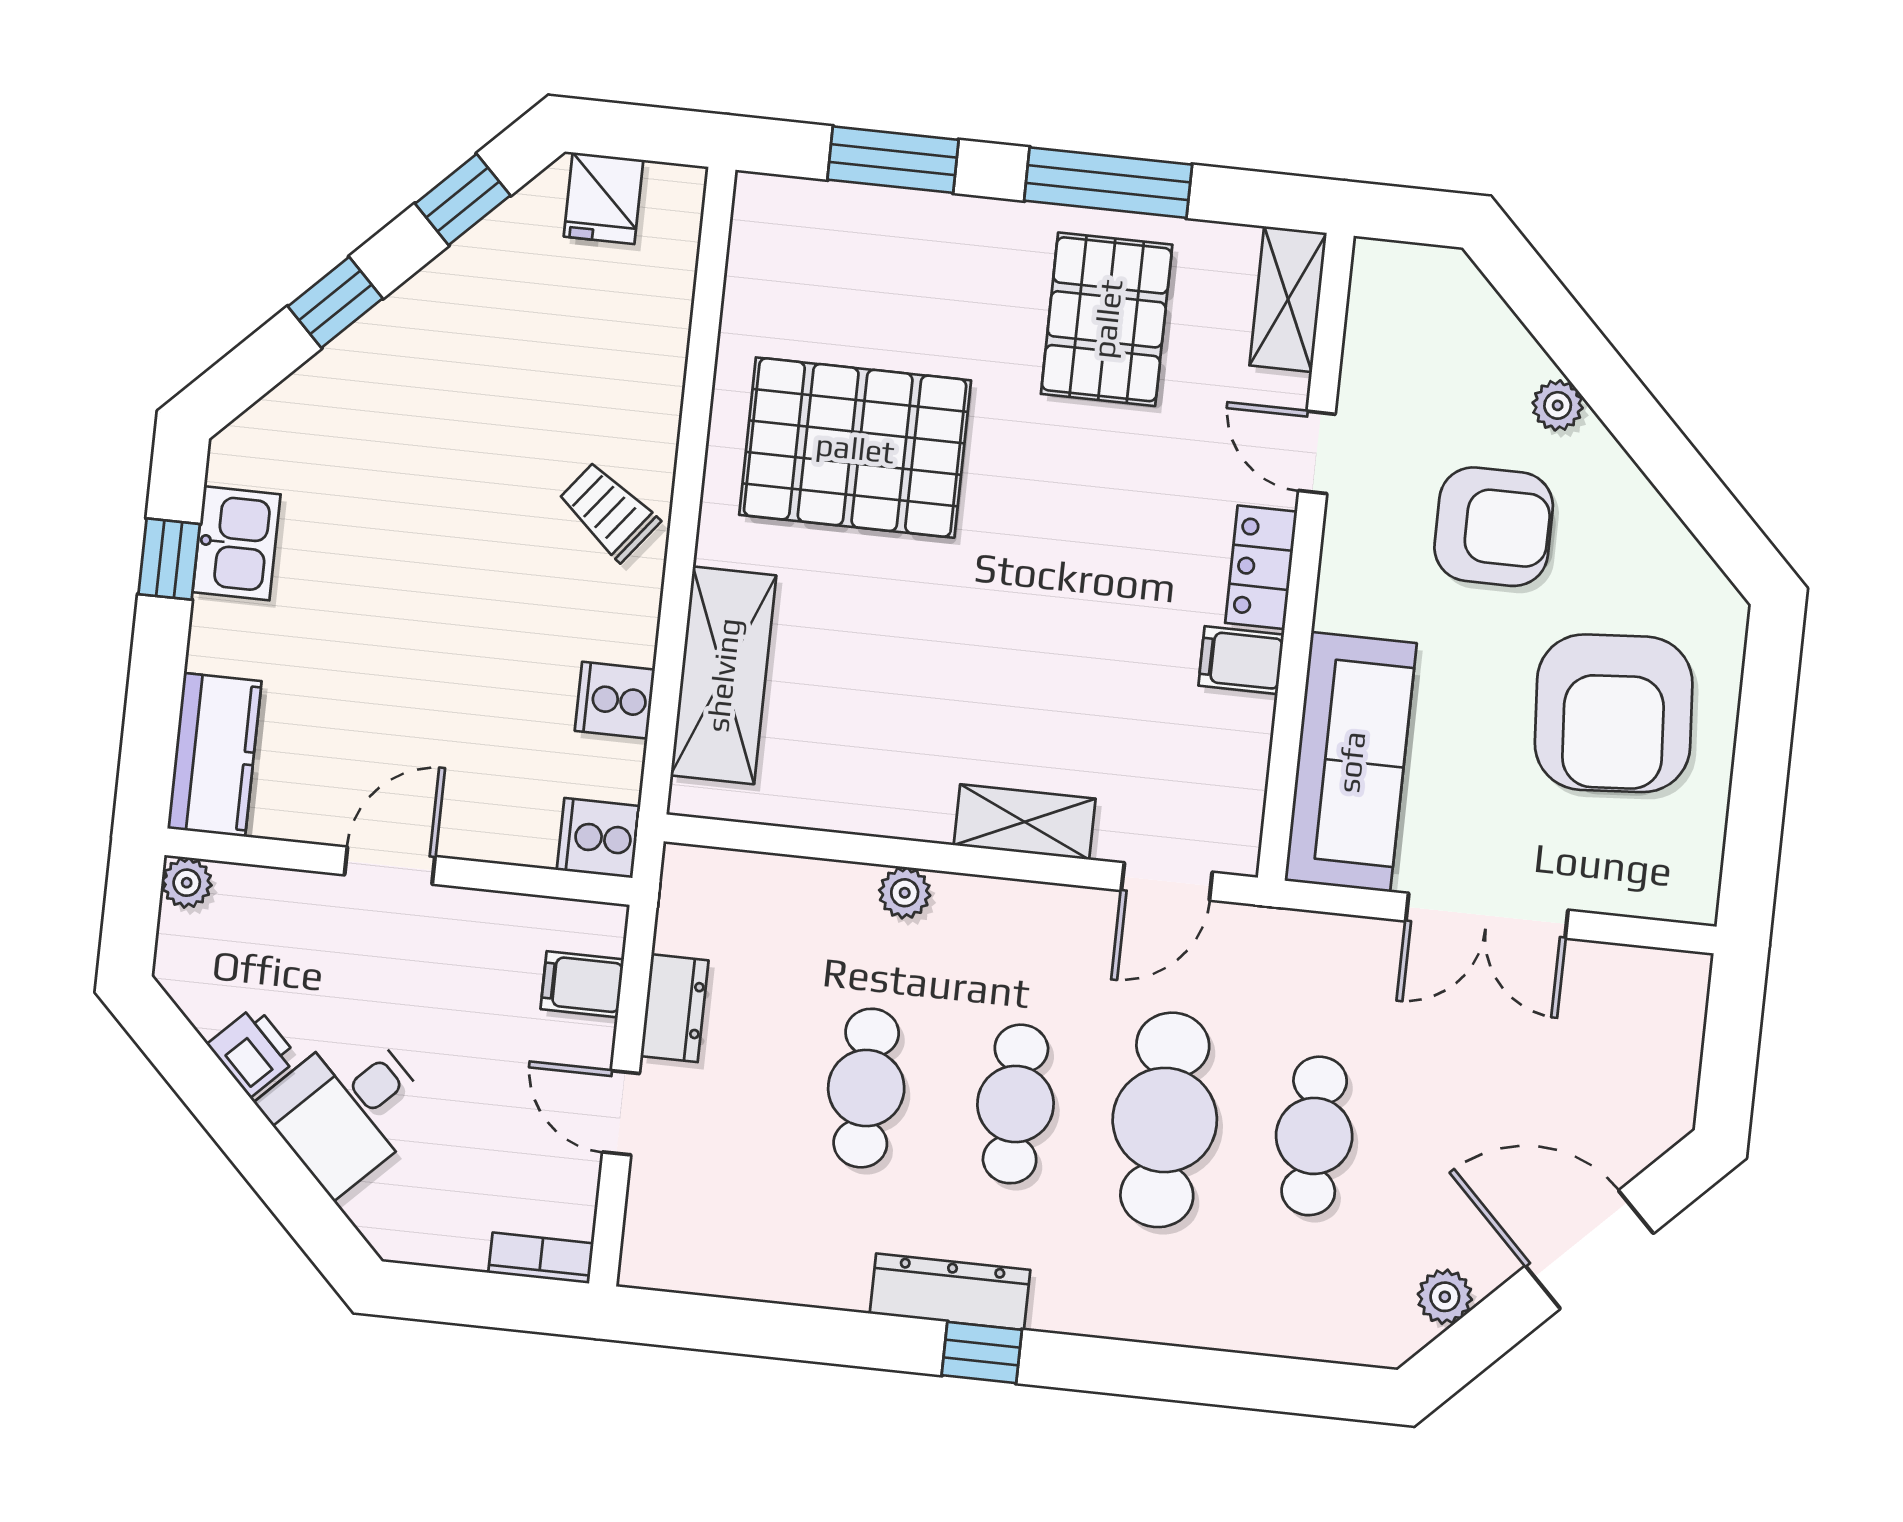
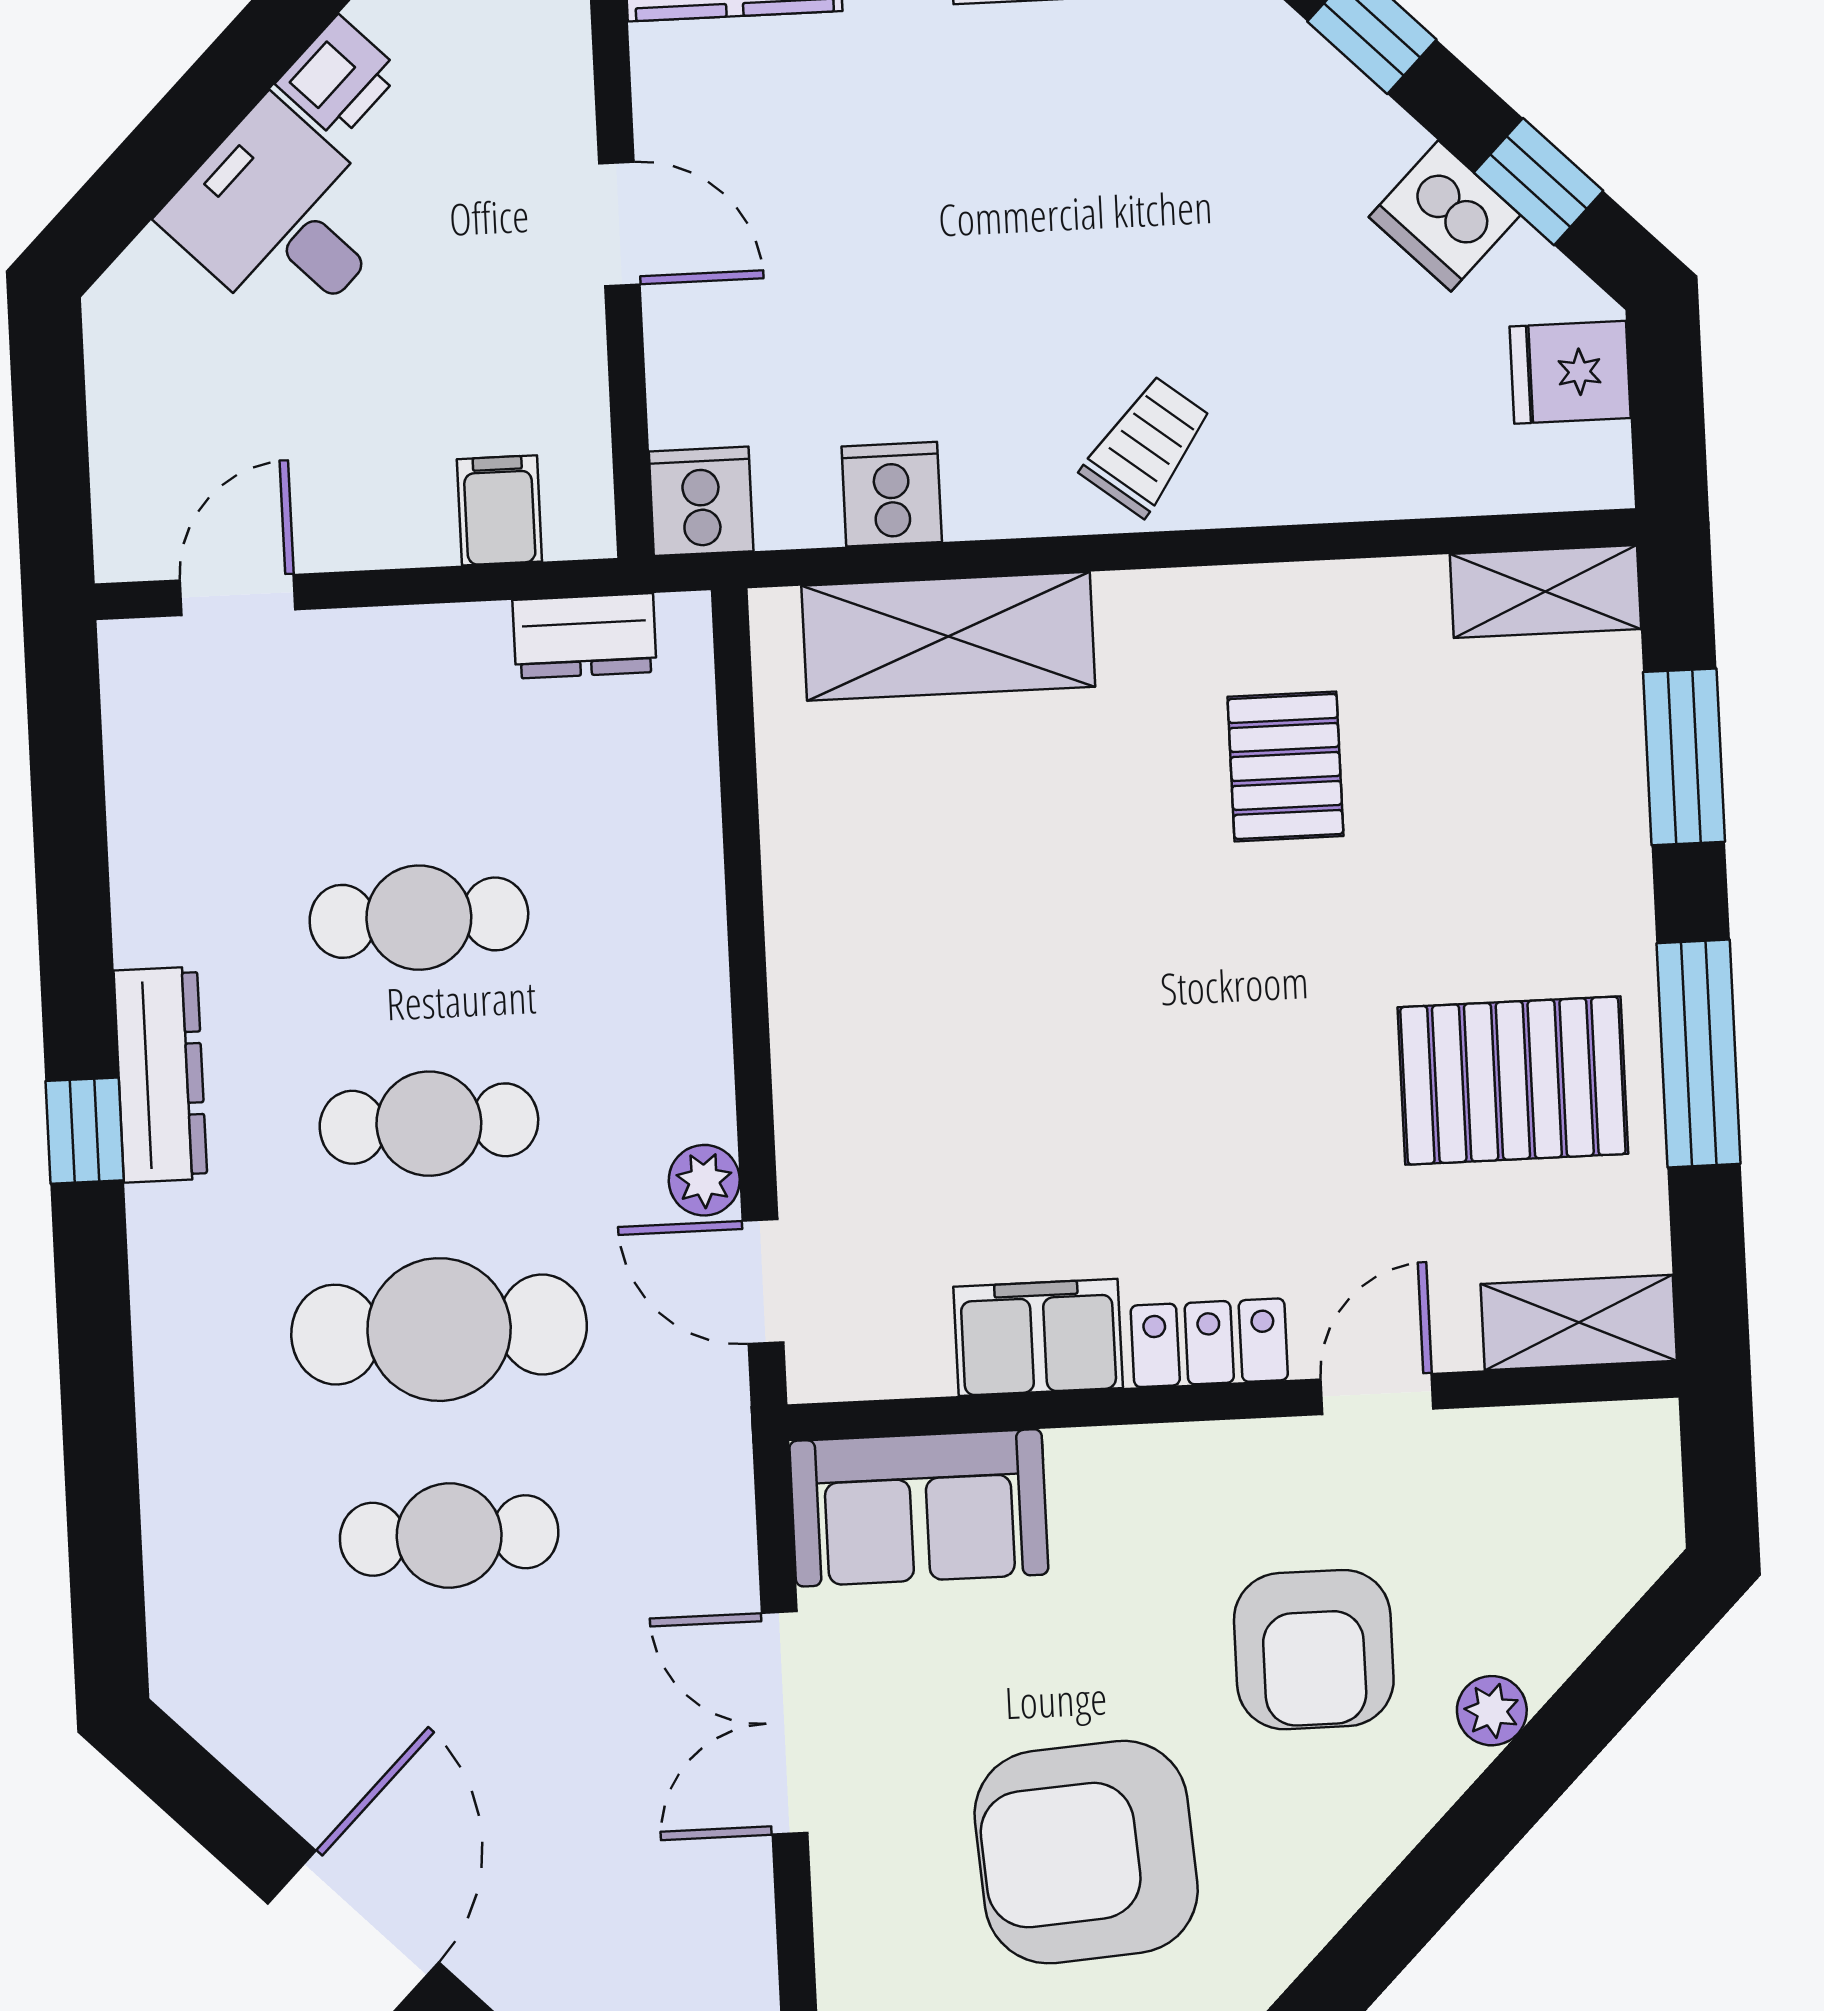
dishwasher: (477, 271) -> (1445, 216), added
pallet: (855, 448) -> (1285, 766), width x0.49, depth x0.50
filing cabinet: (1241, 660) -> (1038, 1337), width x2.00
sofa: (1351, 762) -> (919, 1508), width x0.73
shelving: (1025, 822) -> (1545, 592), moved, turned 90
plant: (905, 893) -> (704, 1180), moved
dresser: (675, 1008) -> (585, 636), moved
door: (621, 1113) -> (238, 595), moved
bookcase: (541, 1258) -> (119, 512), removed
plant: (1445, 1297) -> (259, 1747), removed

